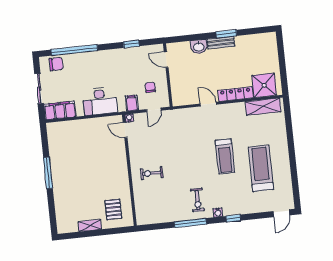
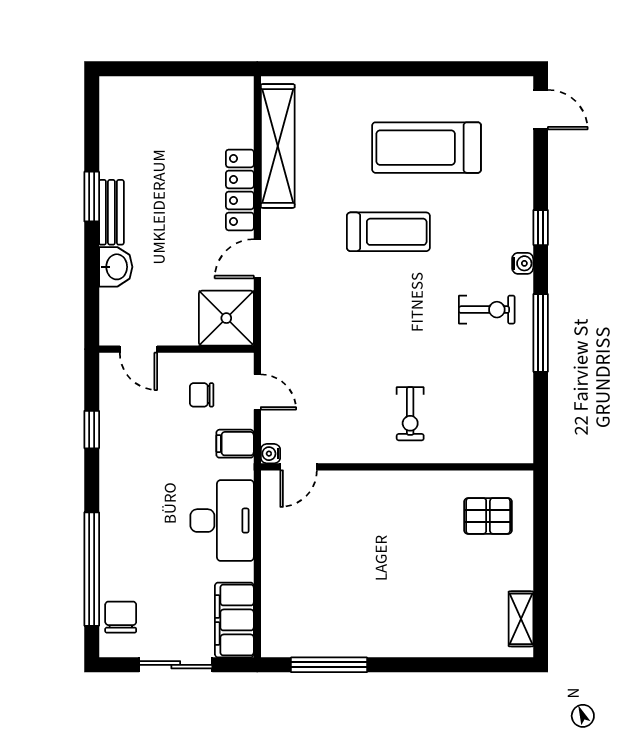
door: (166, 60) -> (138, 349), hinge flipped
shower: (264, 85) -> (226, 318), moved
shelving: (263, 107) -> (278, 146), width x1.47
window: (48, 173) -> (329, 665), moved
shelving: (90, 225) -> (521, 619), moved

